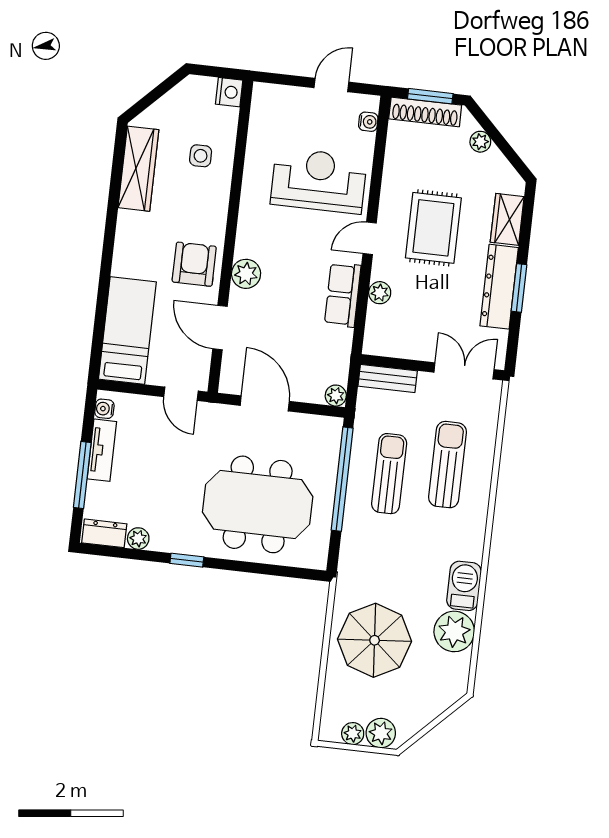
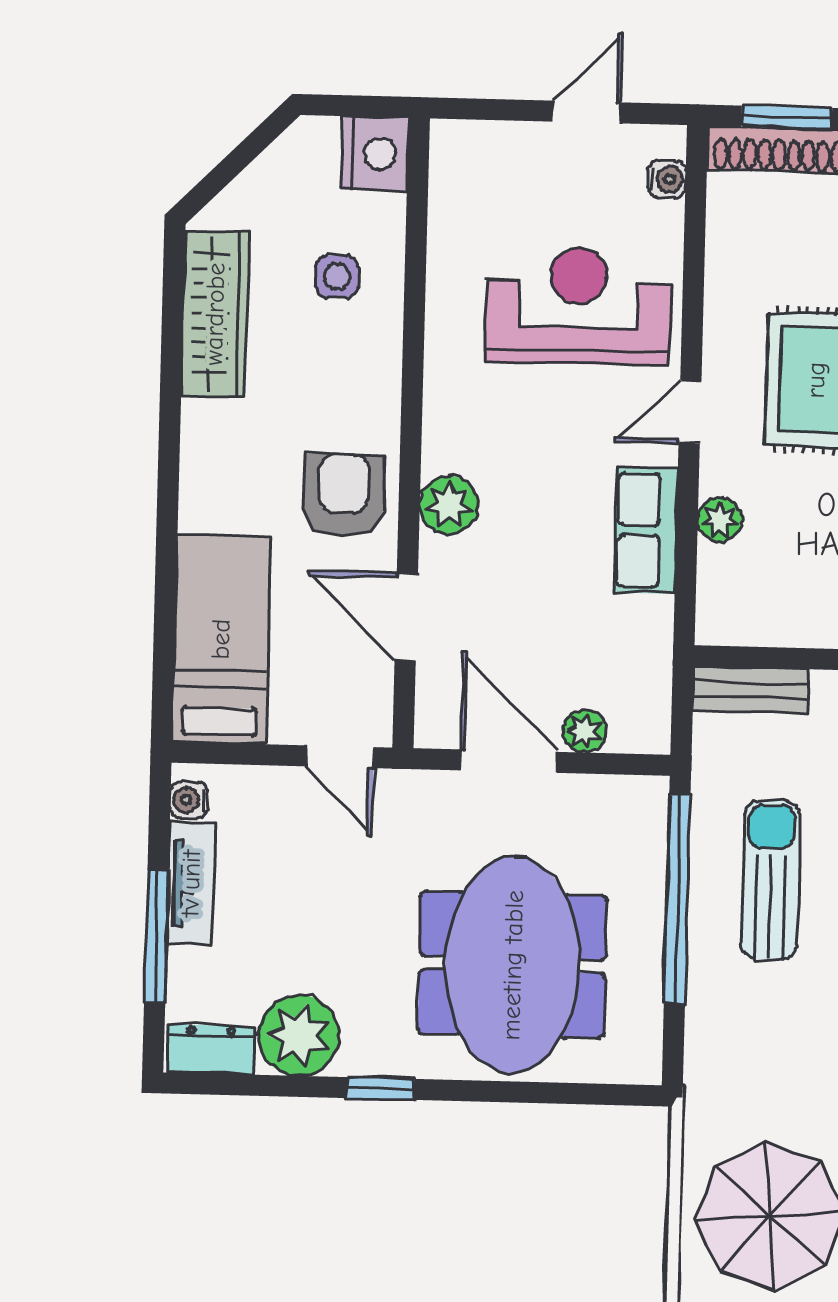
nightstand: (229, 92) -> (375, 154), width x1.36, depth x1.33
plant: (336, 396) -> (584, 731), moved
meeting table: (258, 504) -> (513, 965), turned 90
plant: (138, 539) -> (299, 1035), width x1.87, depth x1.87

